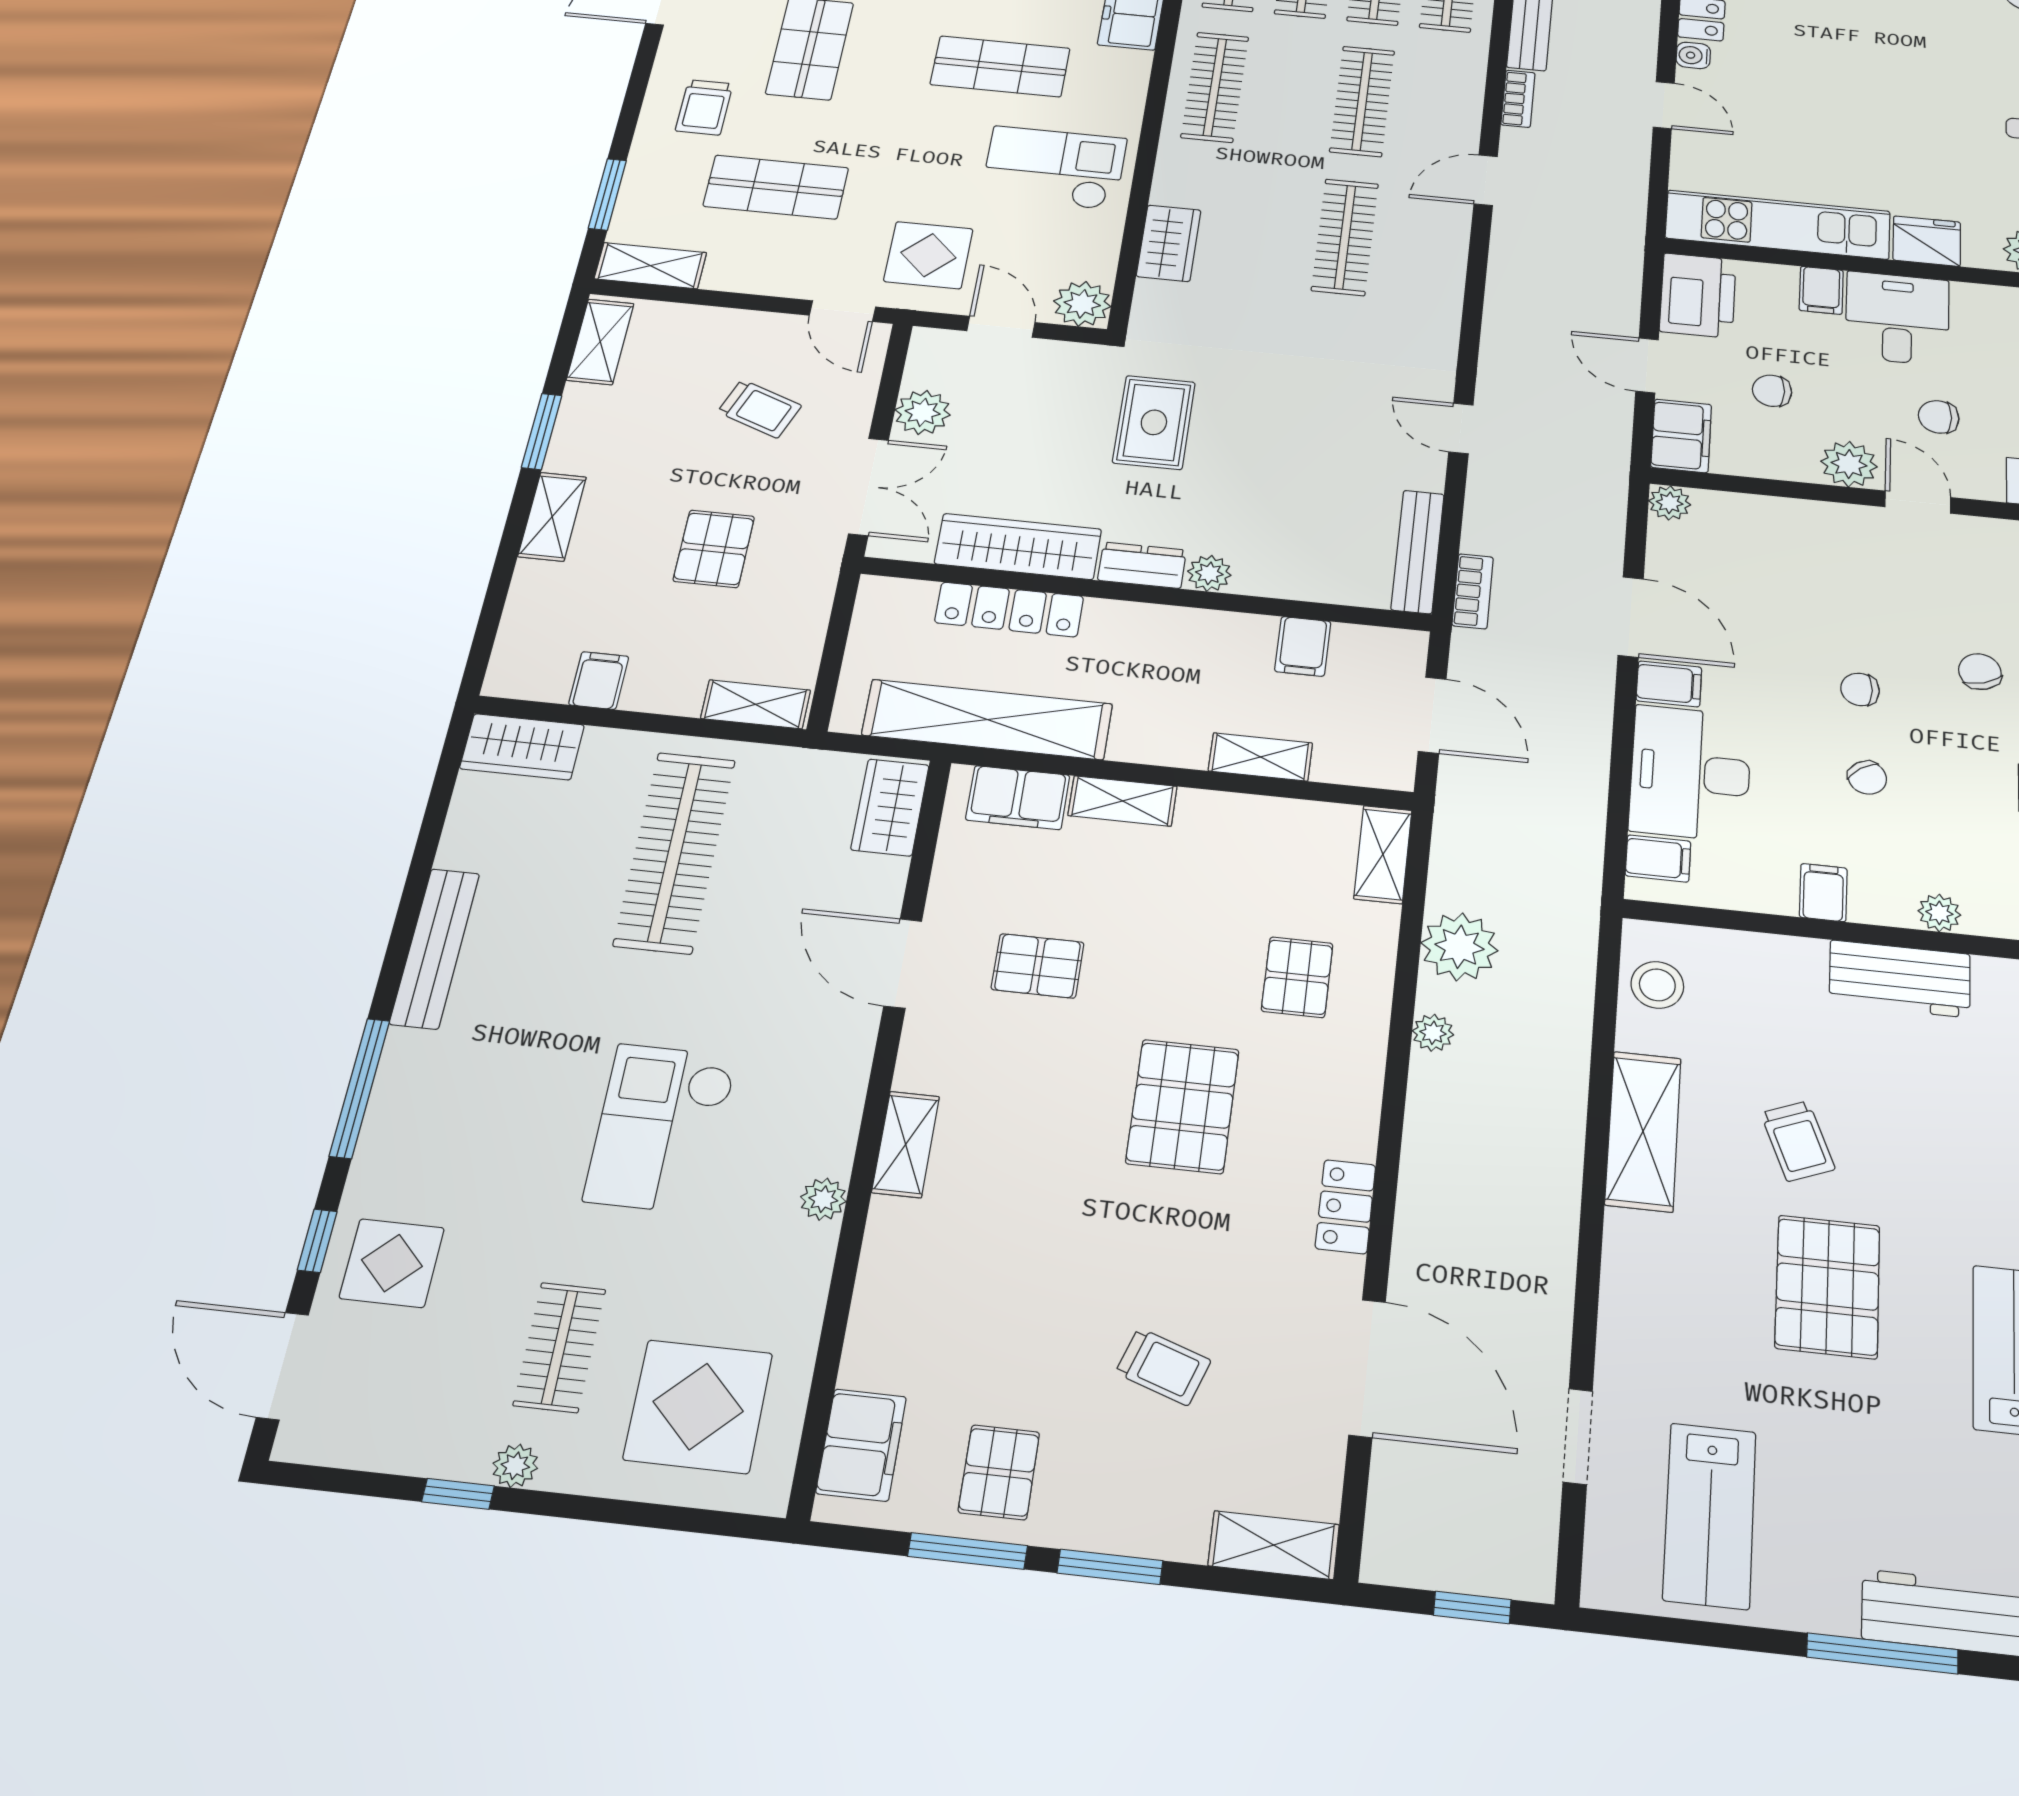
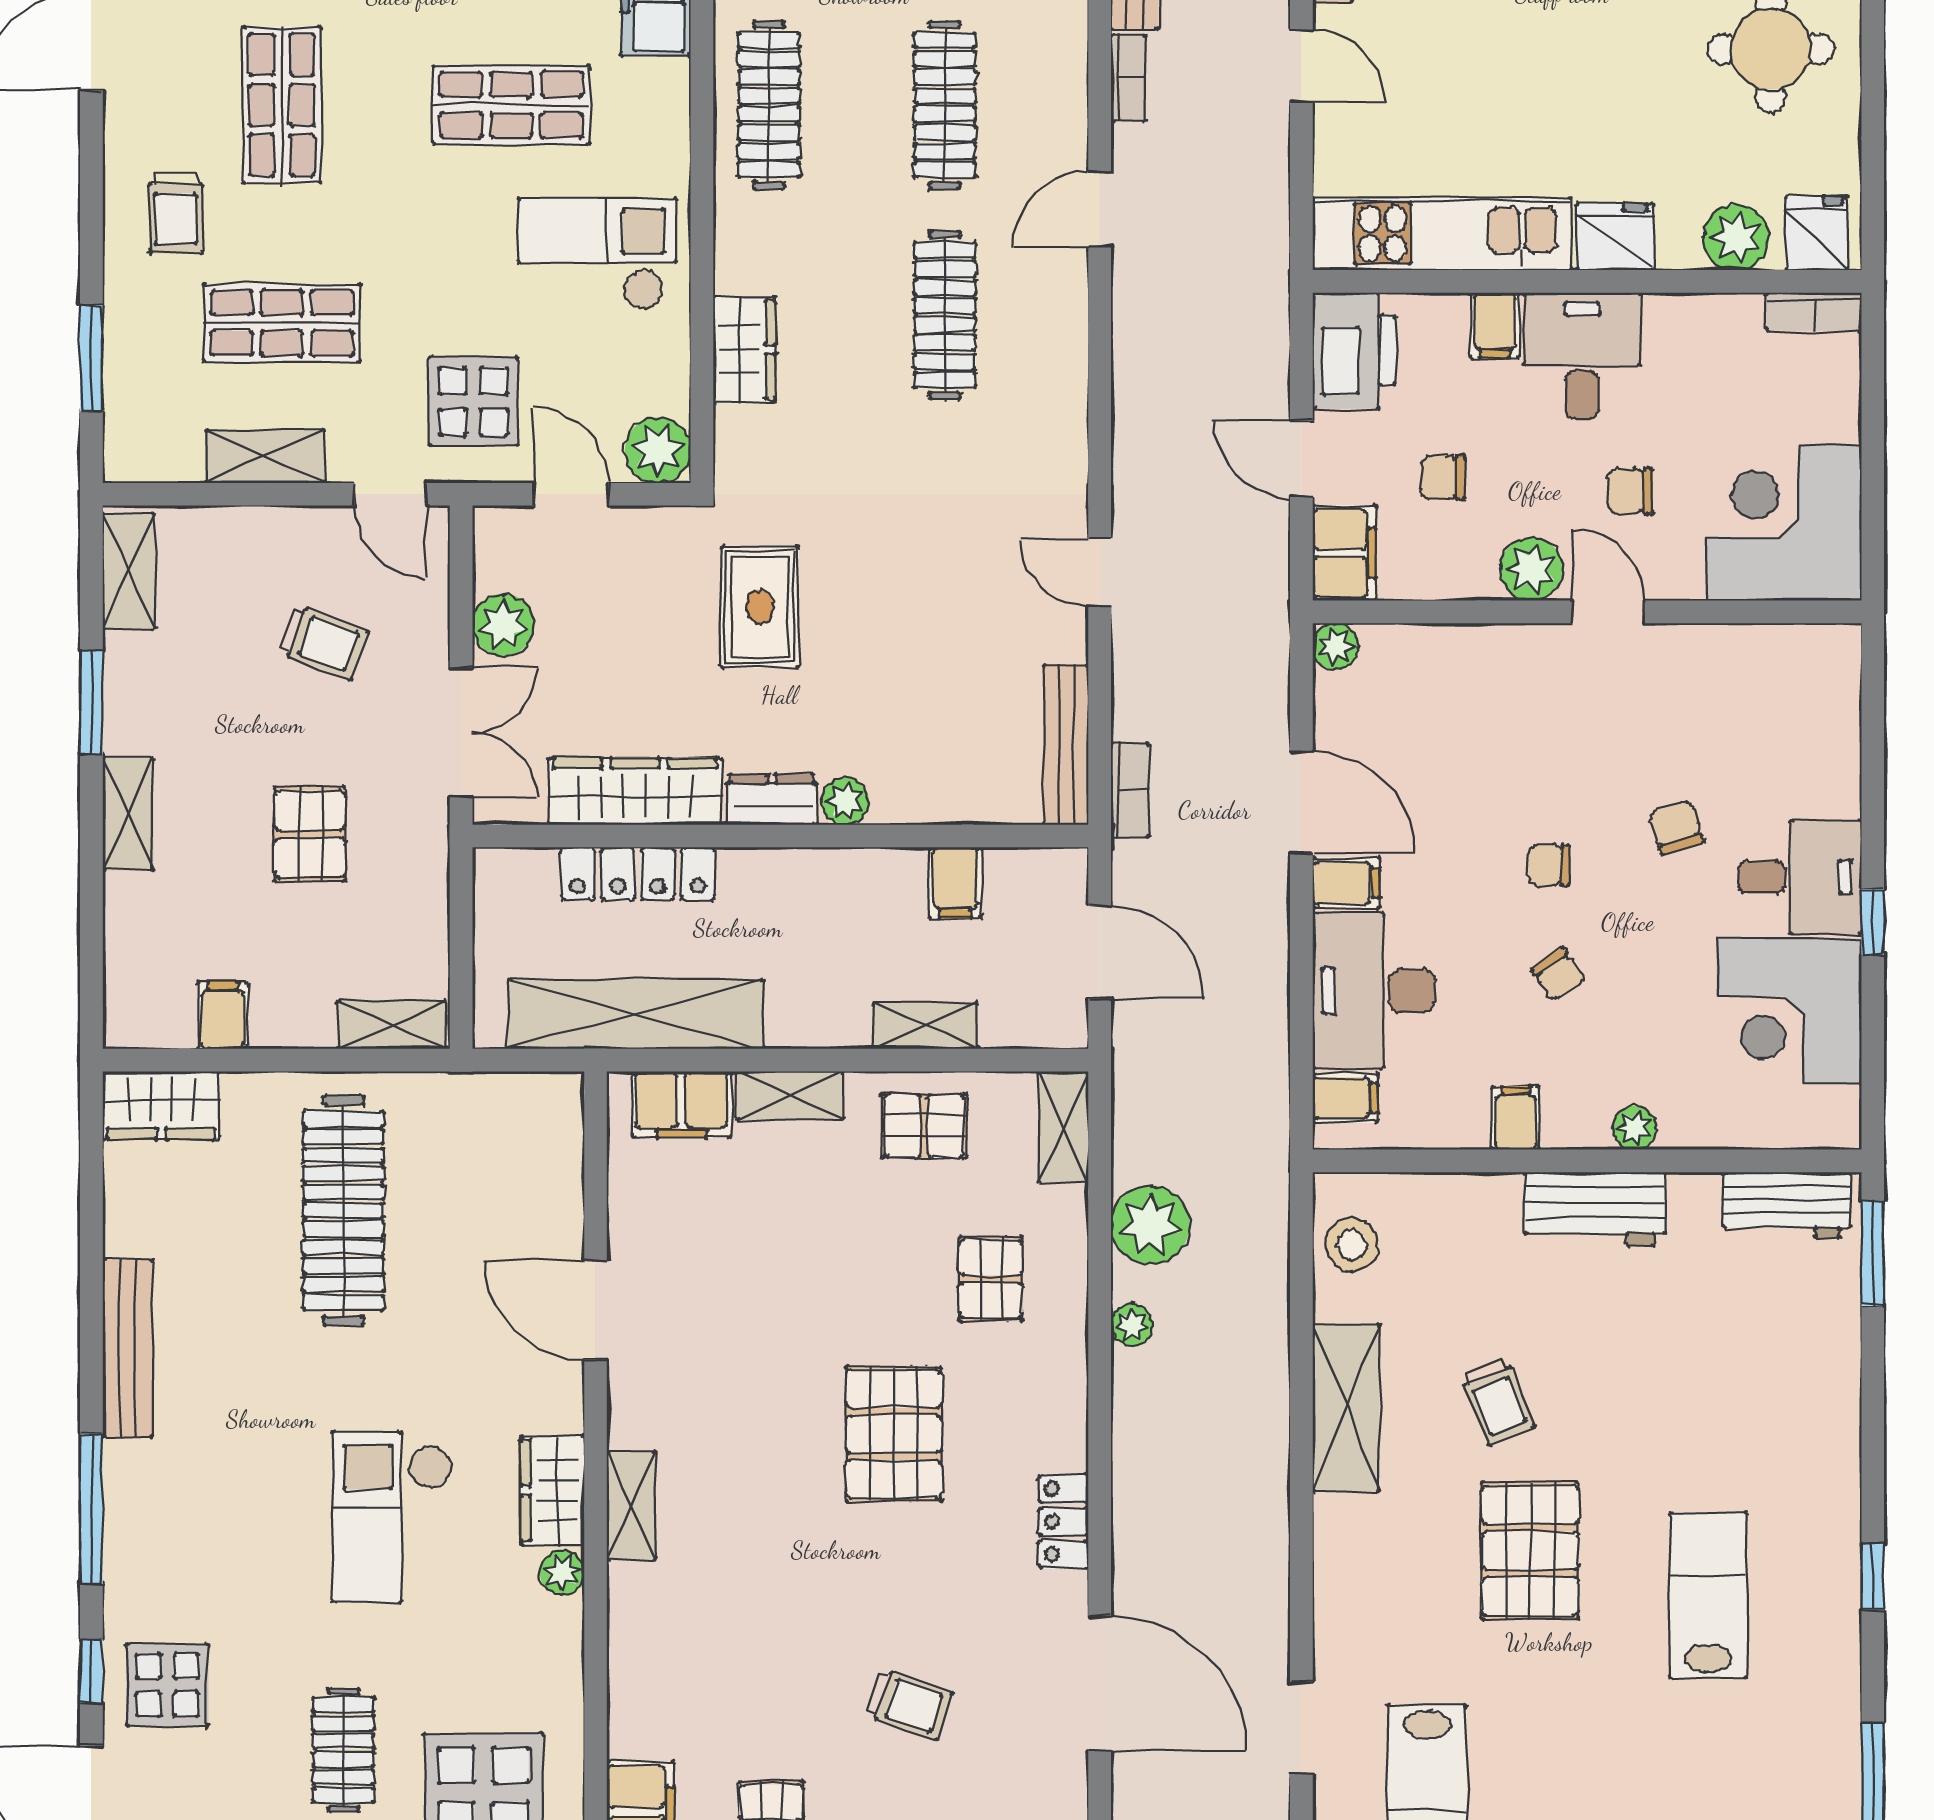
shelving: (650, 266) -> (265, 456), moved
wardrobe: (890, 807) -> (552, 1491), moved
pallet: (1038, 966) -> (924, 1126), moved

